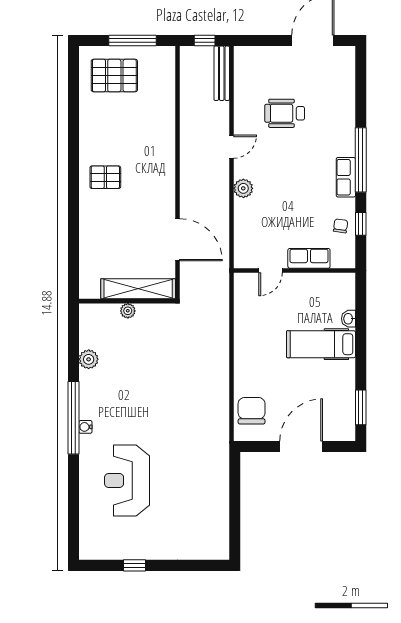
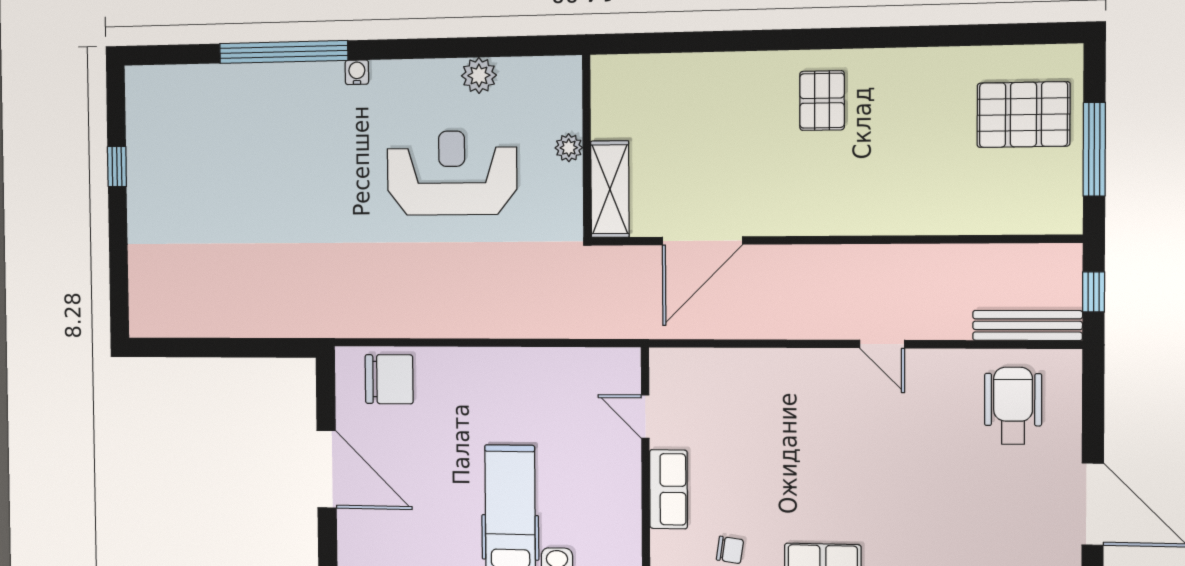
pallet: (114, 76) -> (1023, 115), turned 90
wheelchair: (285, 113) -> (1013, 406), moved
plant: (243, 188) -> (801, 366), removed
shelving: (138, 289) -> (610, 189), width x0.68
window: (74, 418) -> (284, 52), moved
reception desk: (127, 481) -> (452, 173), moved

